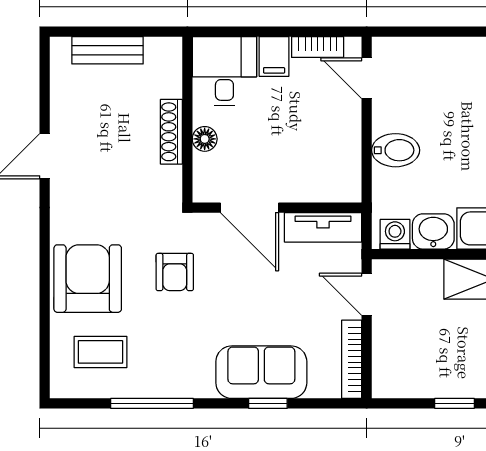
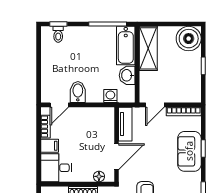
floor lamp: (205, 139) -> (99, 176), moved
bidet: (396, 150) -> (78, 92), moved
washing machine: (395, 234) -> (110, 96), moved, turned 90

